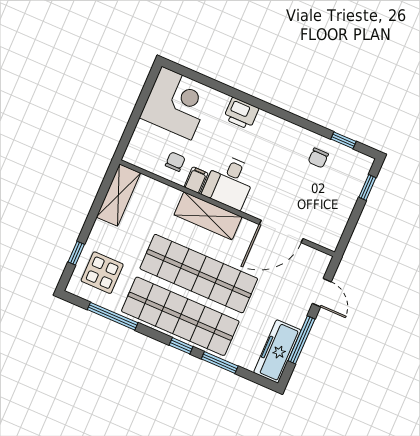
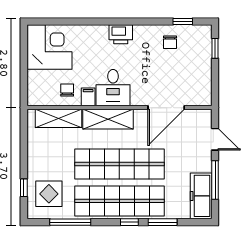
printer: (241, 113) -> (121, 34), moved
shelving: (118, 195) -> (58, 118), moved, turned 90

